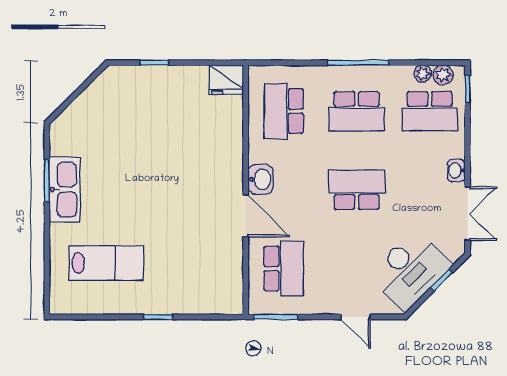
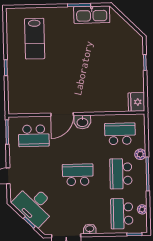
plant: (443, 75) -> (140, 154), moved
kitchen sink: (65, 189) -> (92, 15), moved
school desk: (357, 190) -> (78, 175), turned -90

